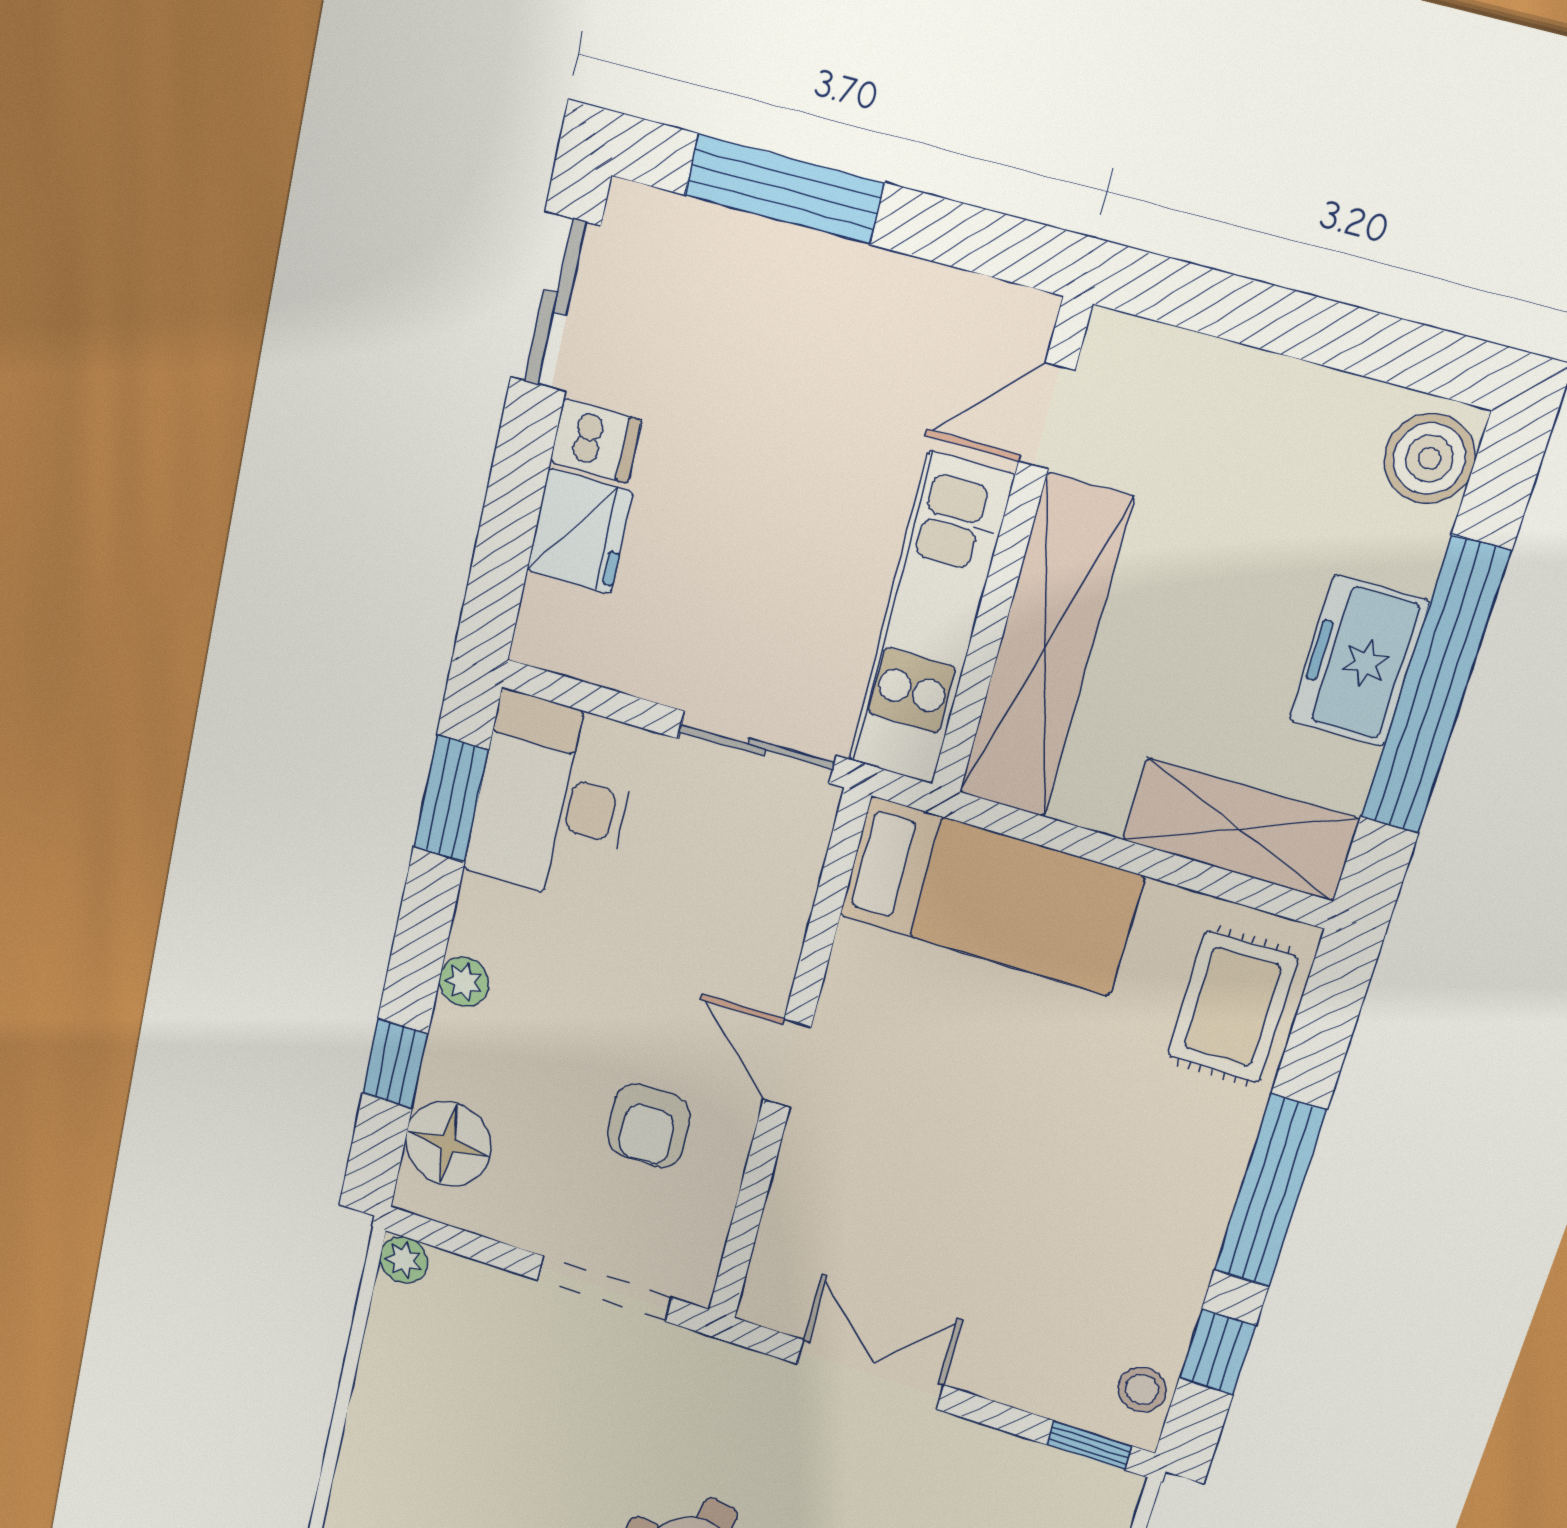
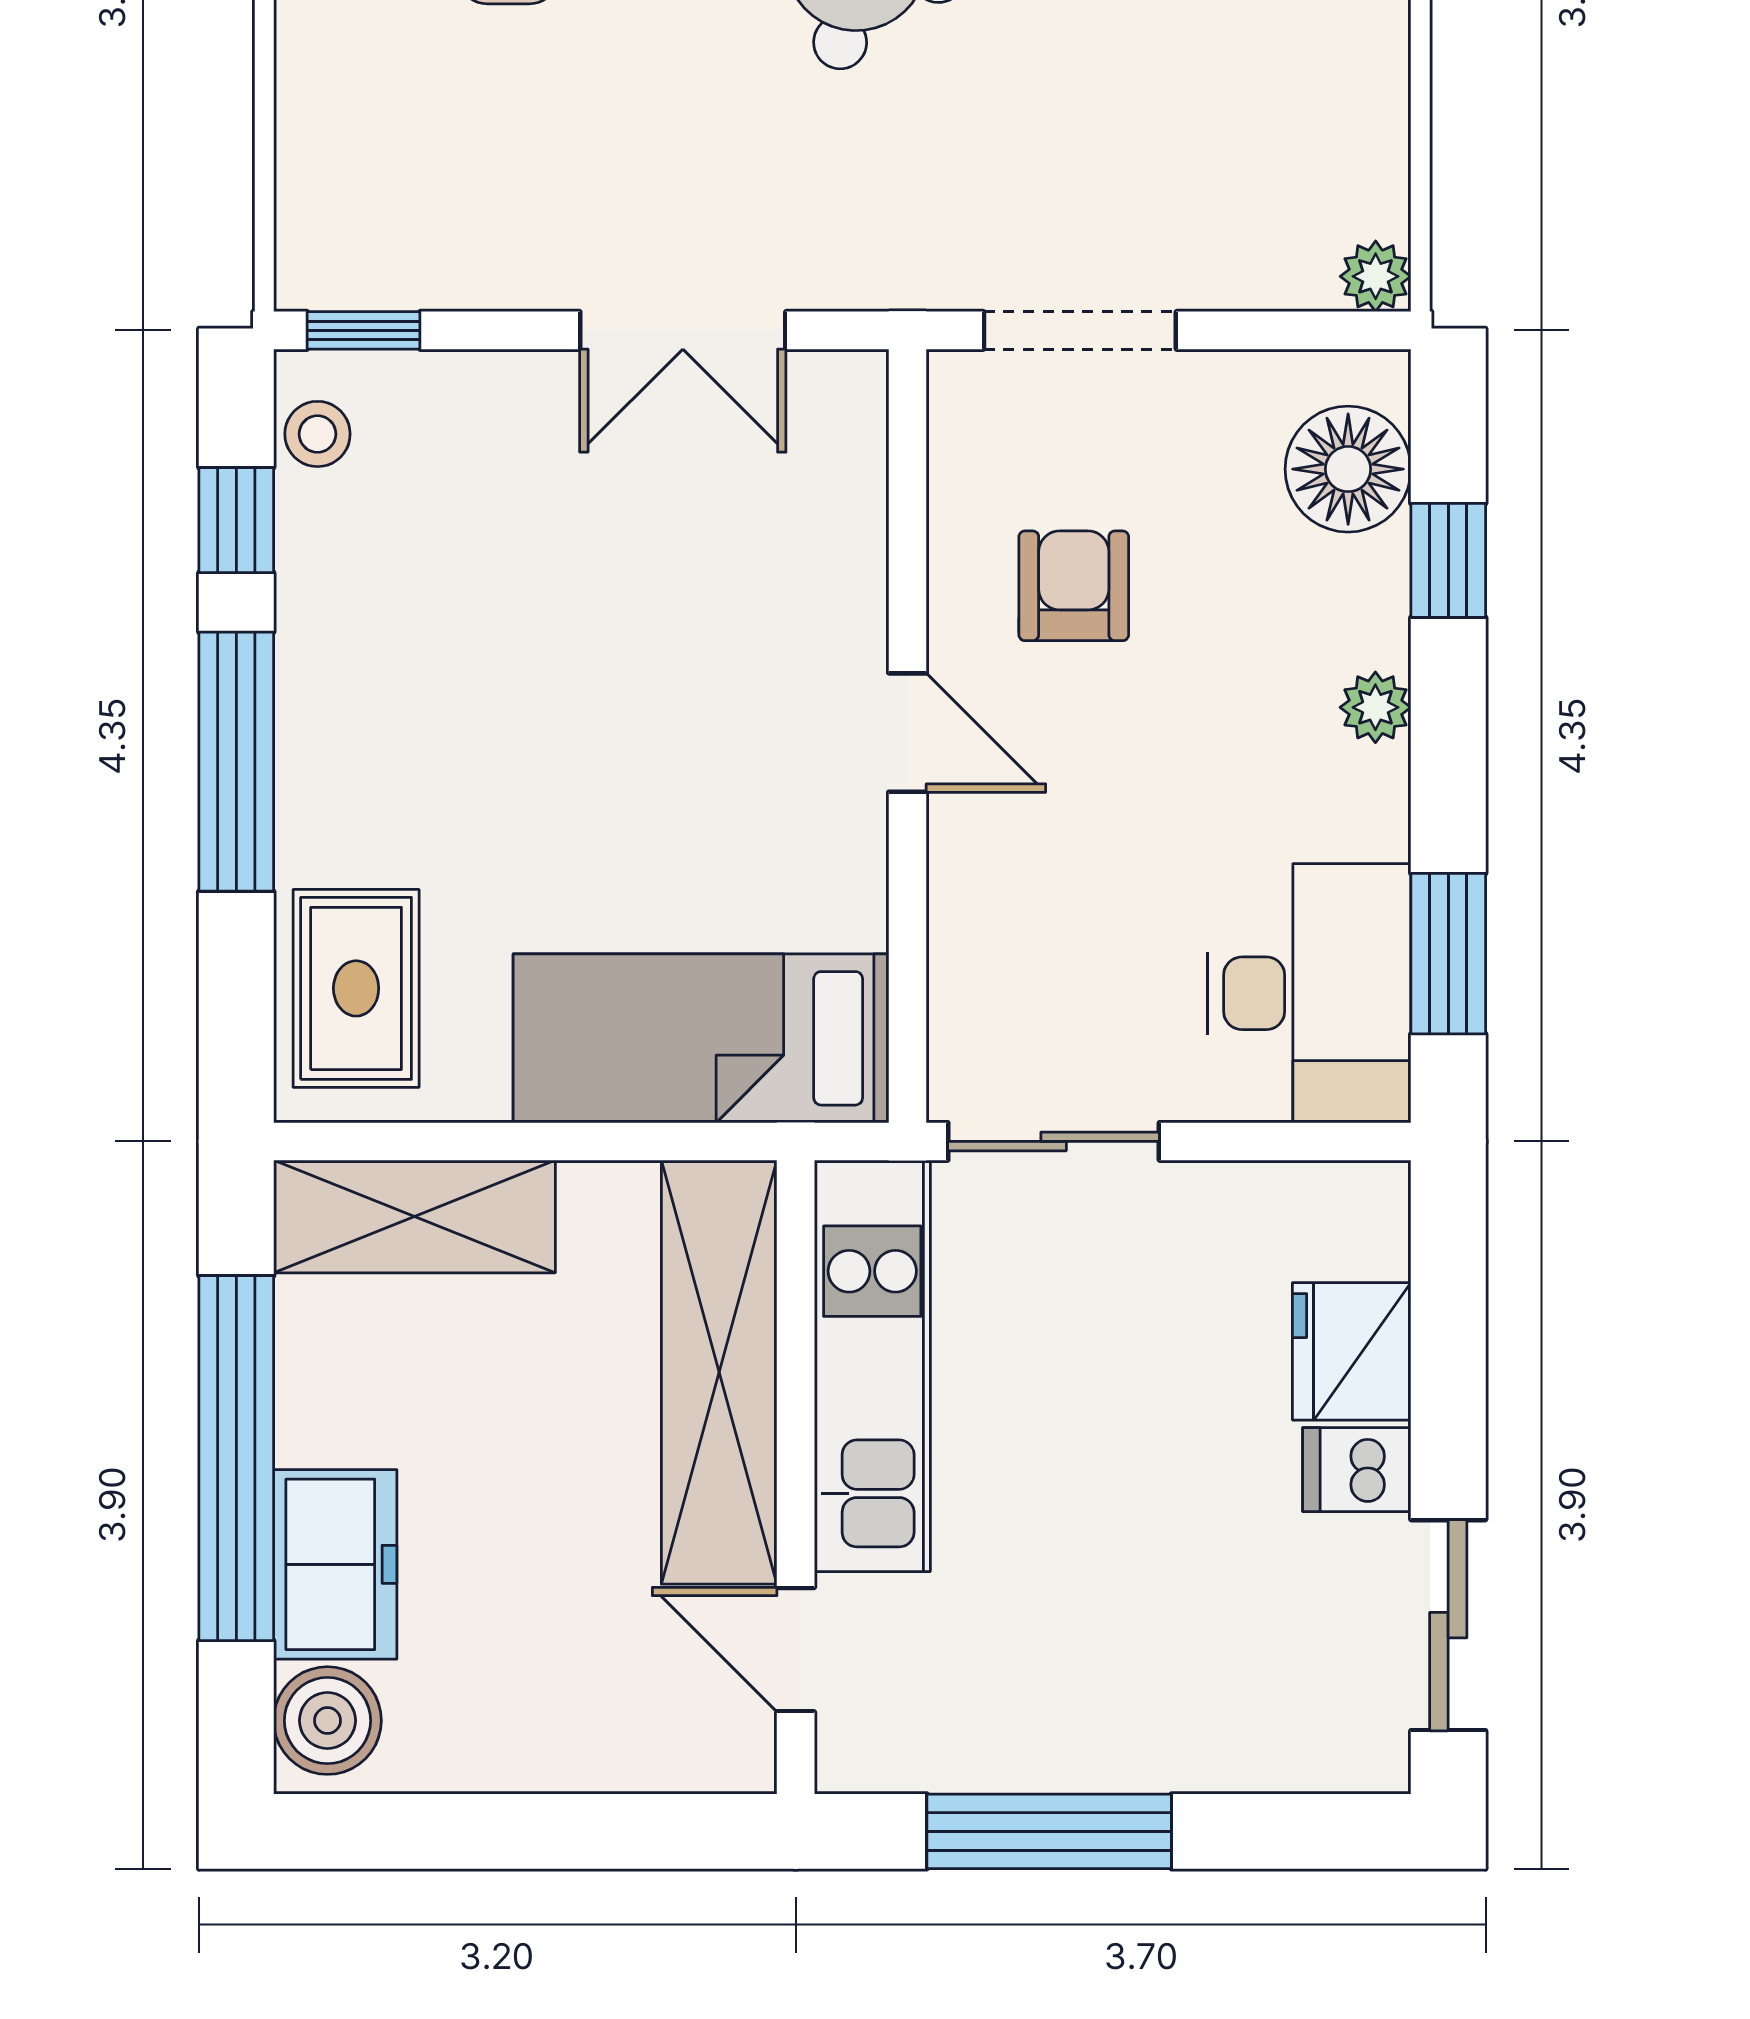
window: (784, 189) -> (1049, 1831), moved
door: (1047, 416) -> (796, 1650), swing flipped
freezer: (1359, 661) -> (335, 1564), moved

